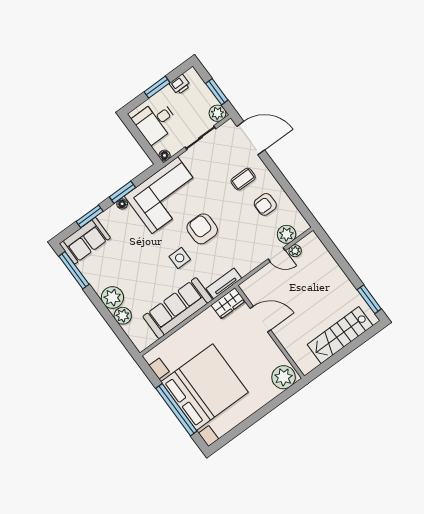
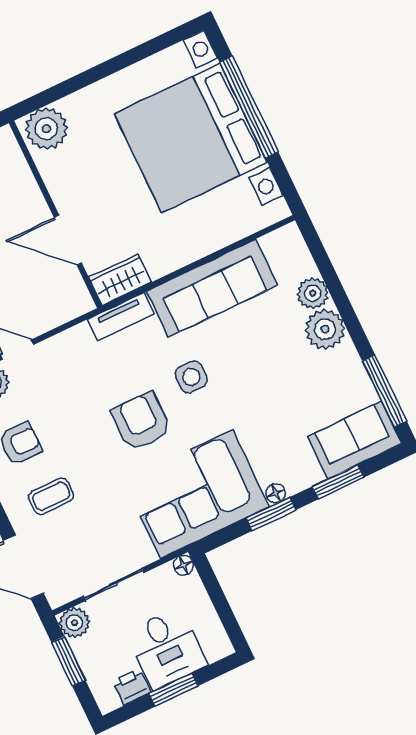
desk: (156, 122) -> (167, 648), moved, turned 90
armchair: (202, 229) -> (141, 421), turned 180

